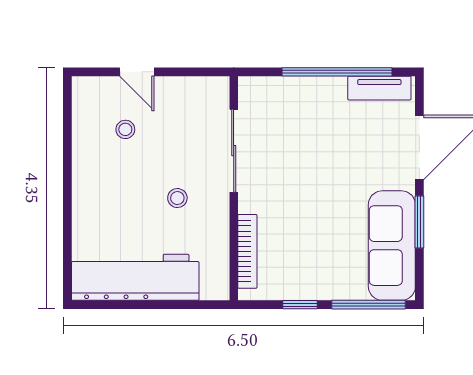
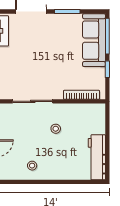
stool: (125, 129) -> (32, 166), moved
sofa: (392, 246) -> (94, 40), moved, turned 90
workbench: (135, 277) -> (97, 157), width x0.73, depth x0.76

